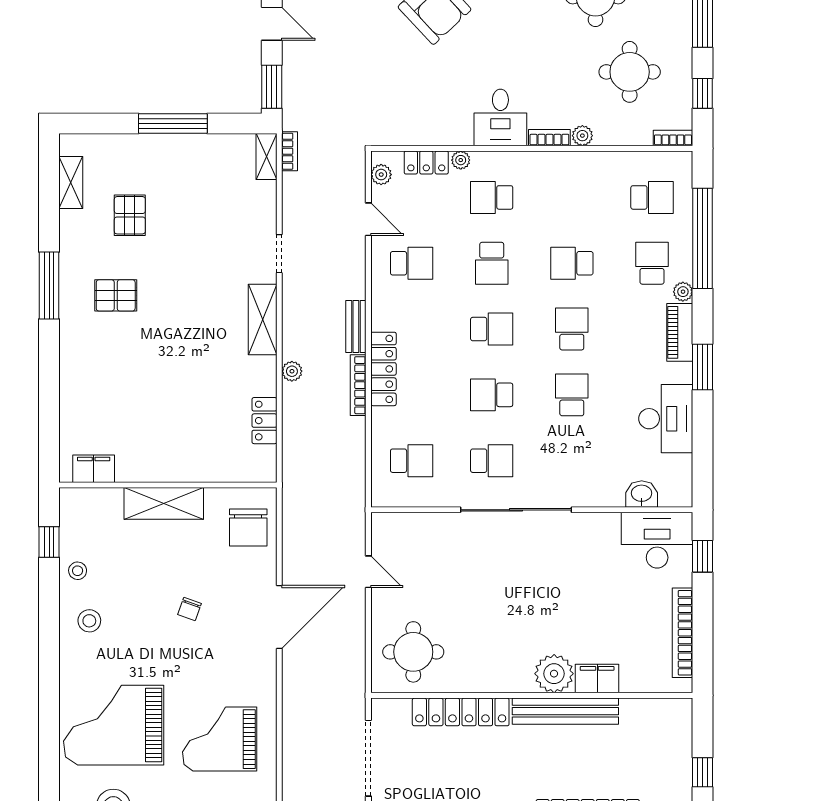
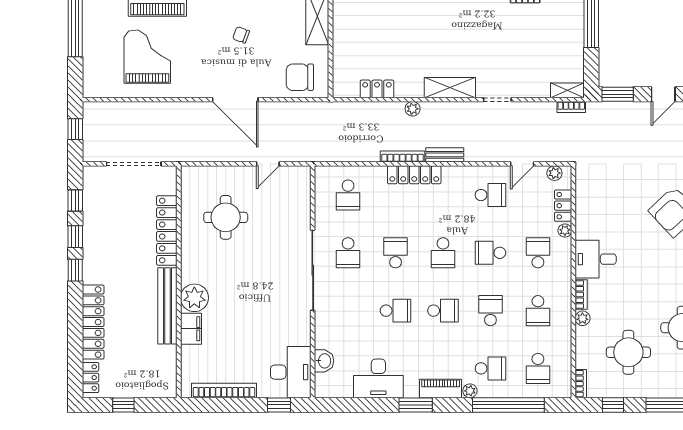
school desk: (572, 197) -> (538, 311), added
school desk: (412, 263) -> (490, 195), turned -90
round table: (413, 652) -> (226, 217), moved

